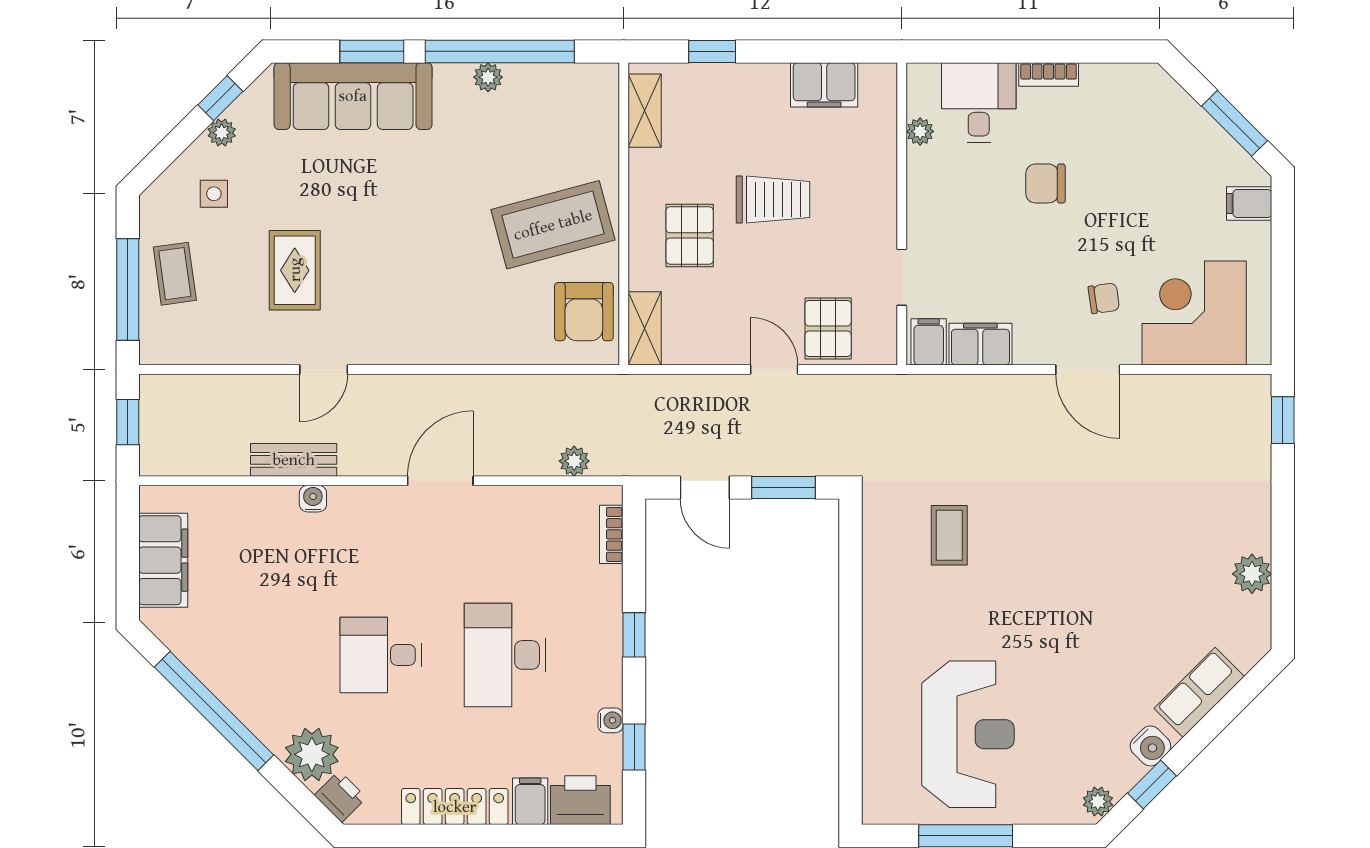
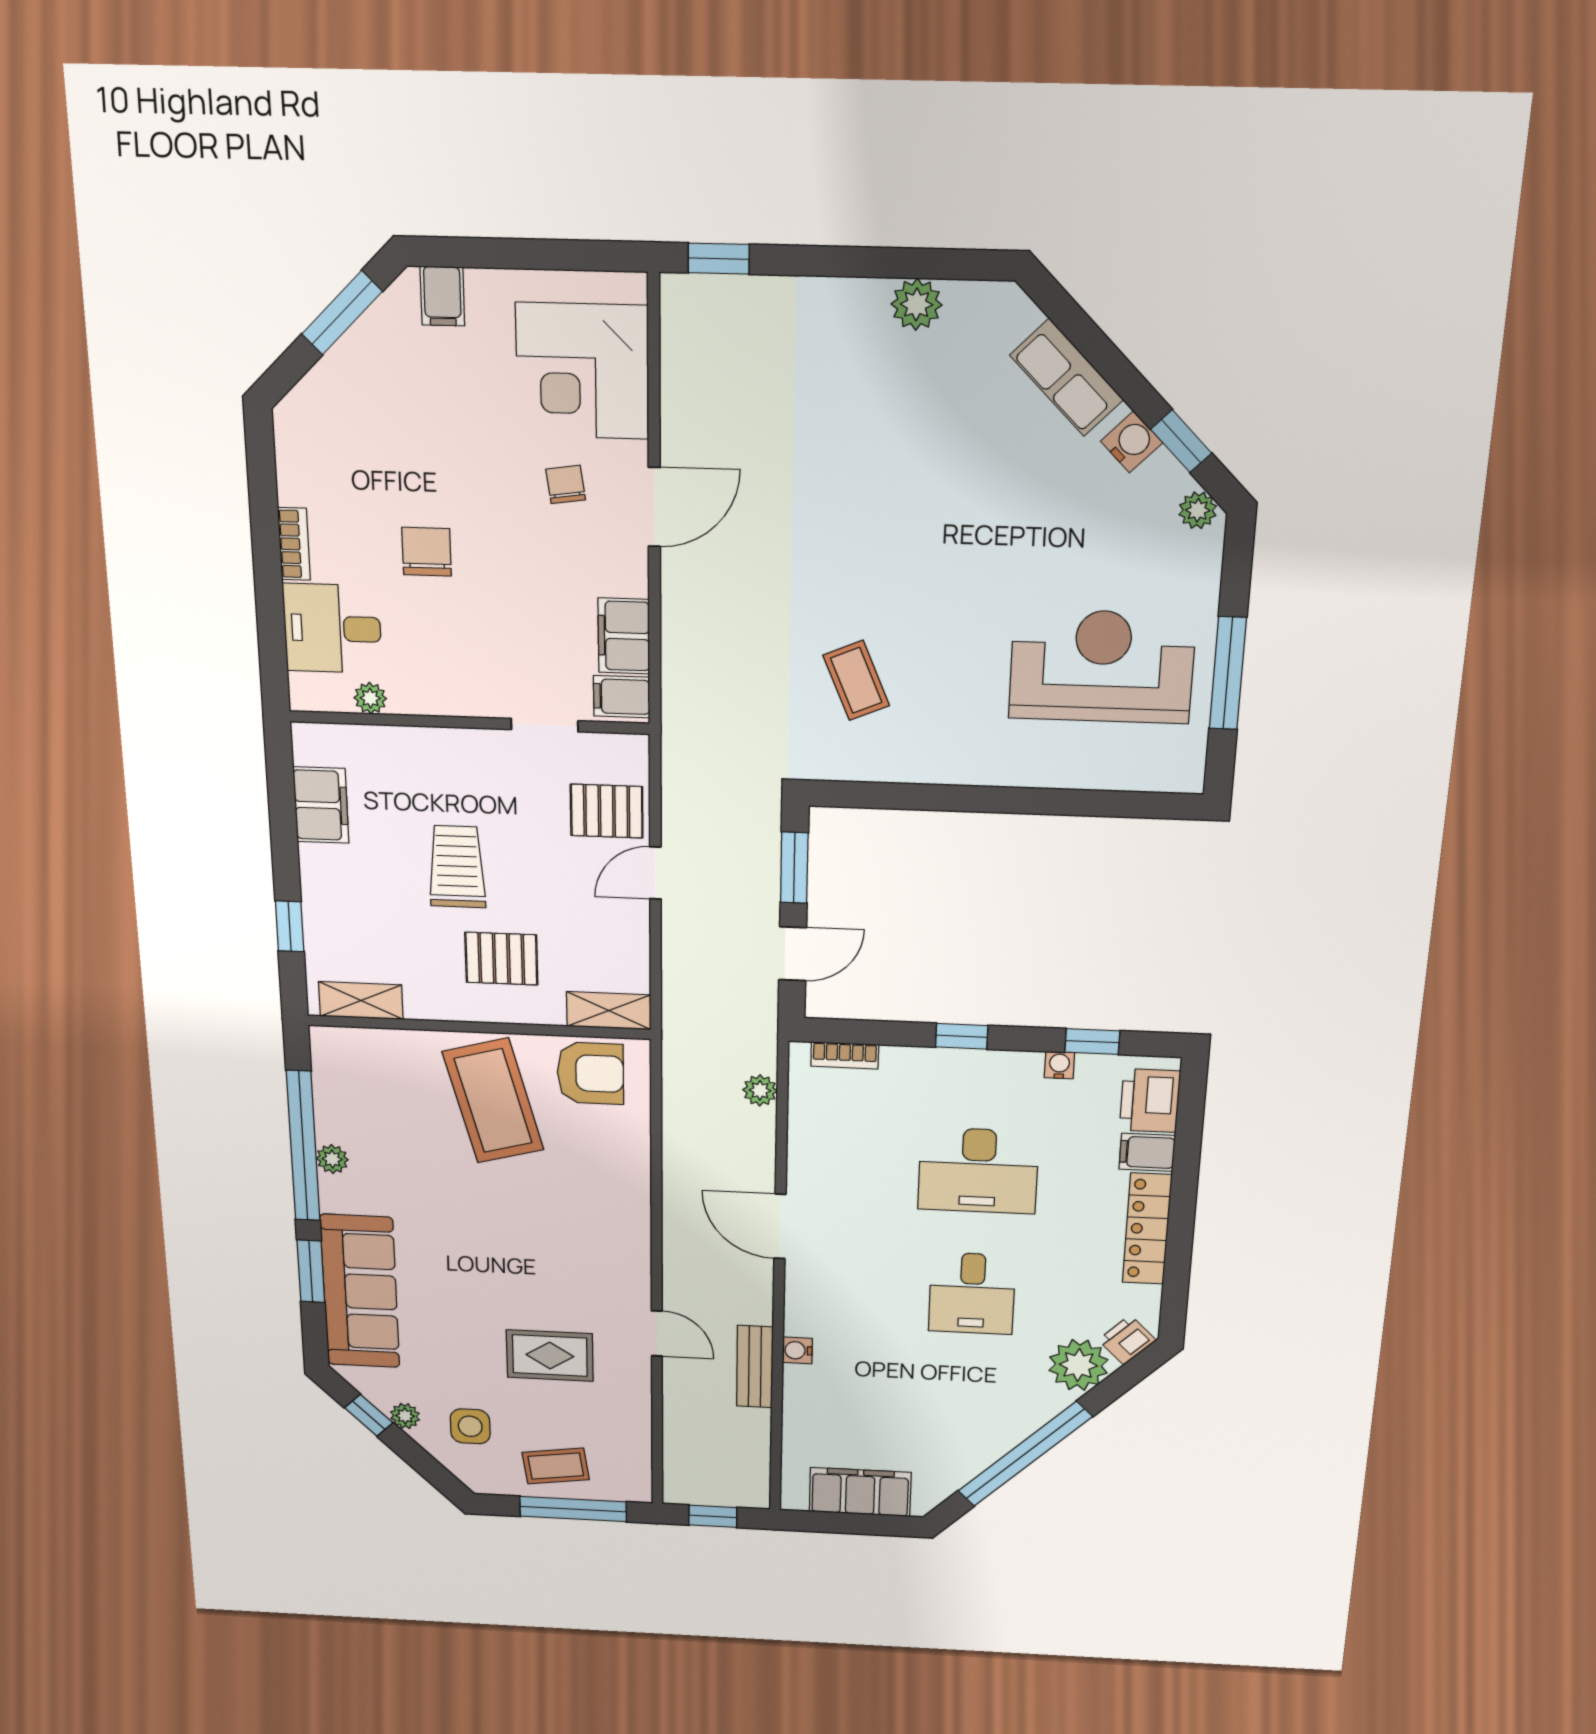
chair: (1046, 183) -> (427, 552), turned 180
side table: (214, 194) -> (470, 1426), width x1.37, depth x1.37
coffee table: (949, 535) -> (856, 680), turned 67

